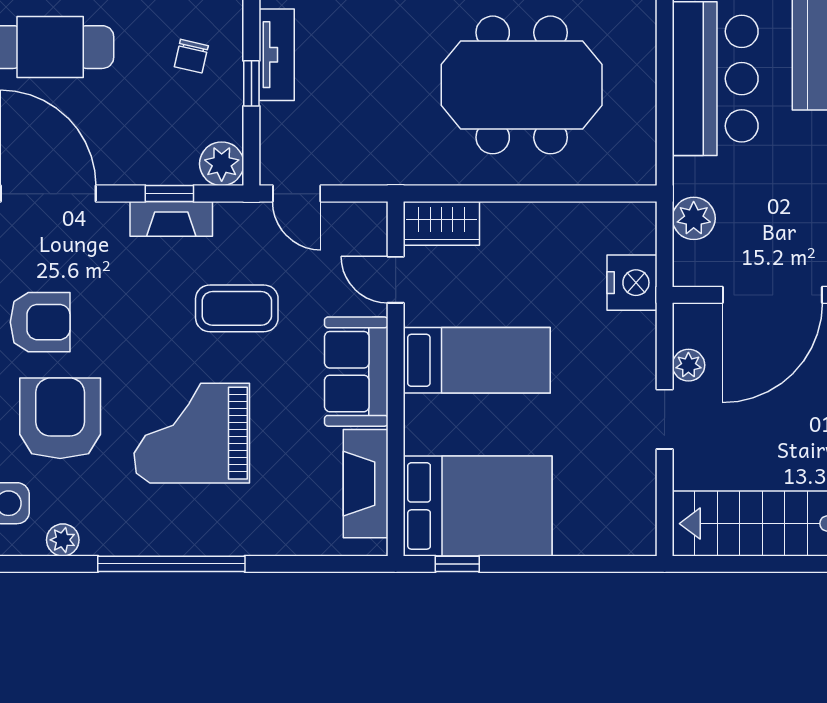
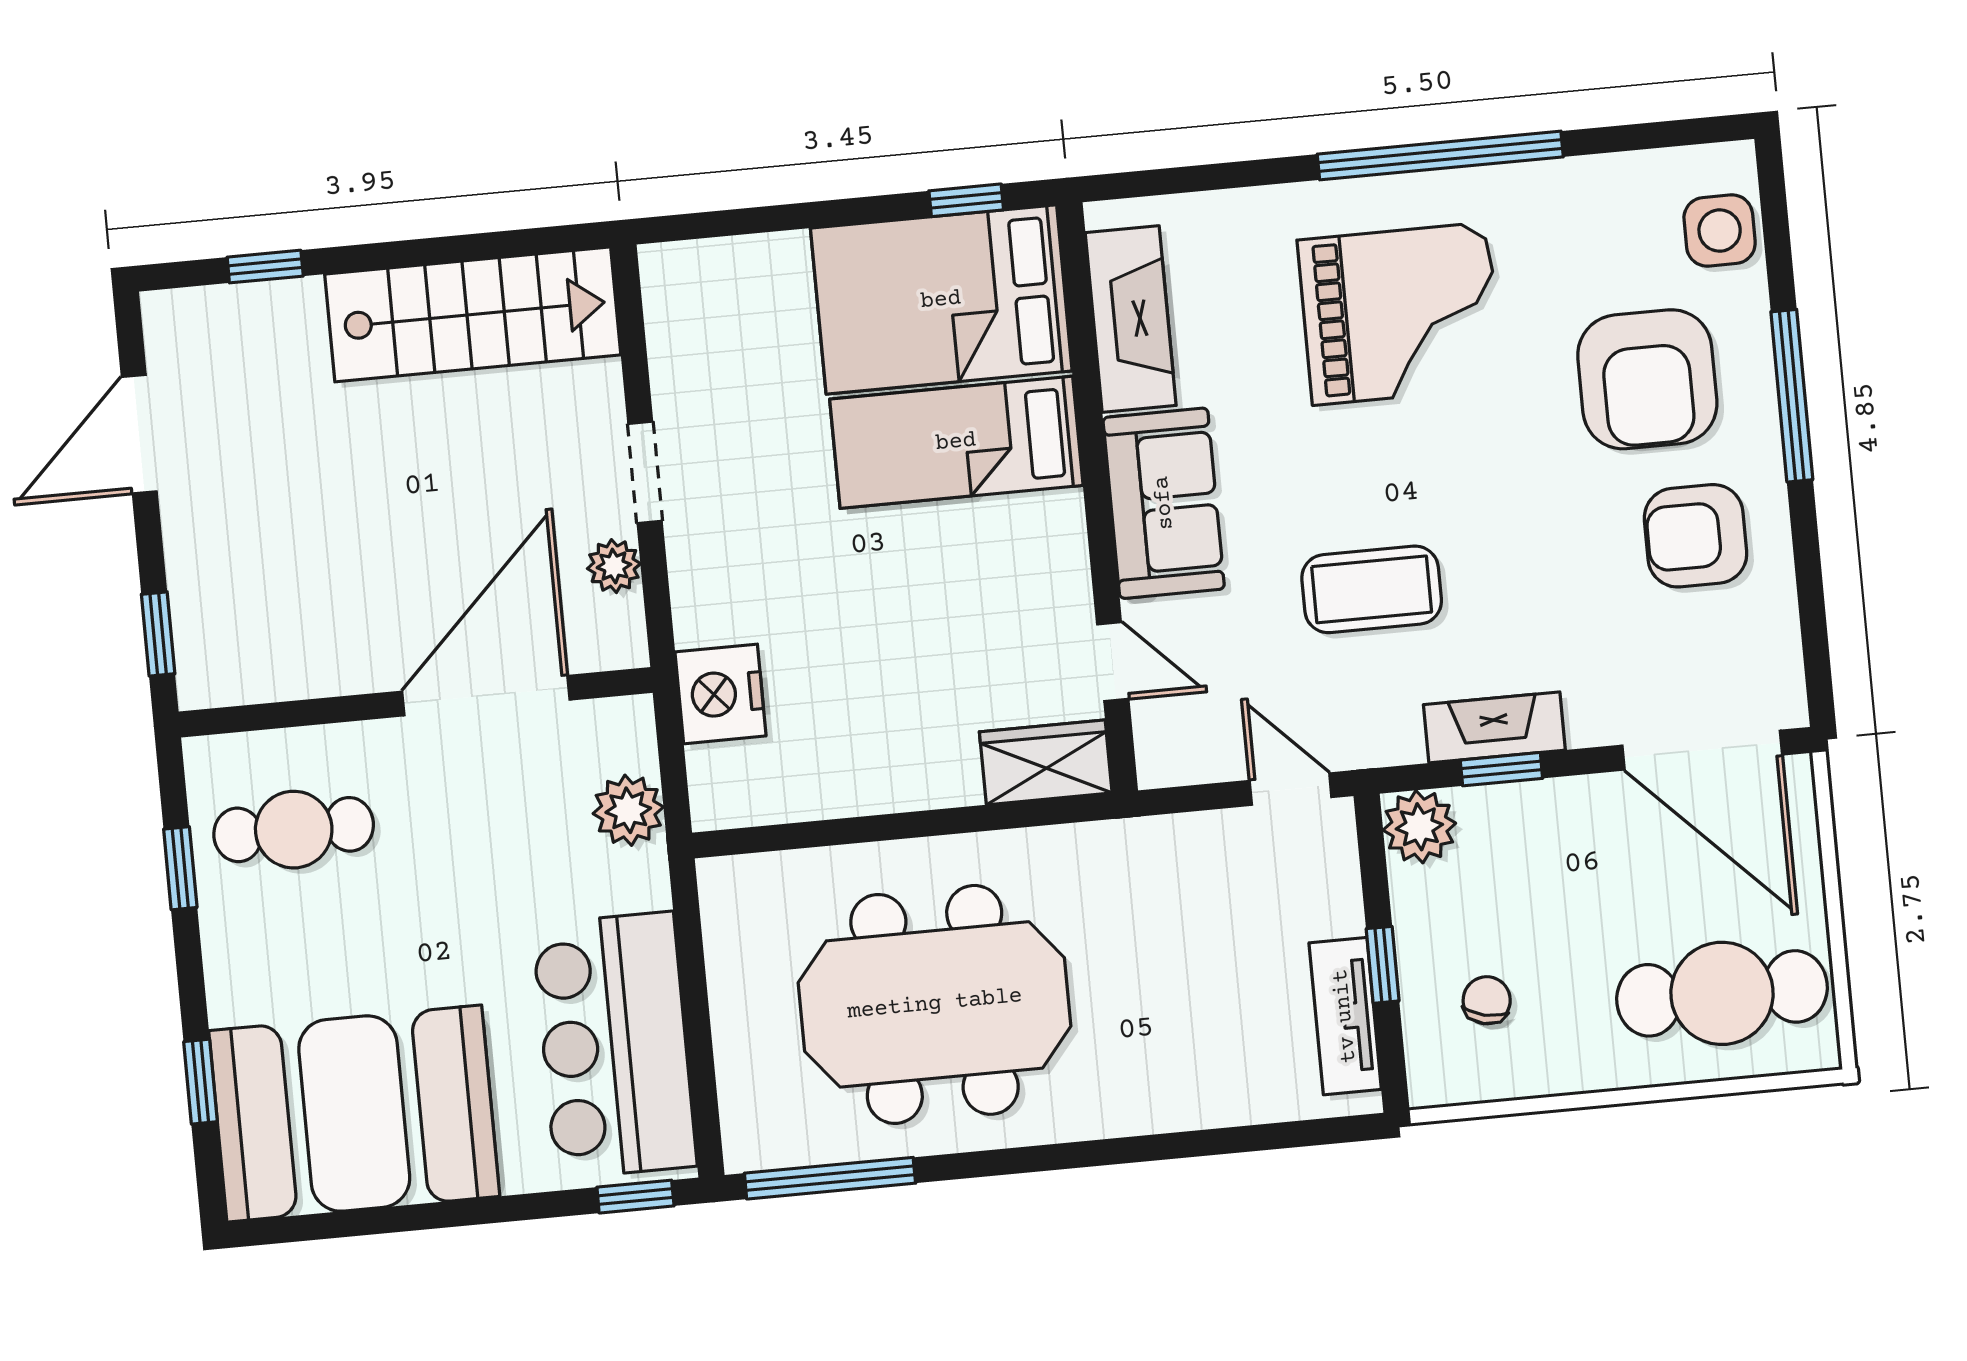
bed: (477, 360) -> (956, 442), moved
grand piano: (192, 433) -> (1400, 314), moved
plant: (63, 540) -> (1624, 178), removed

